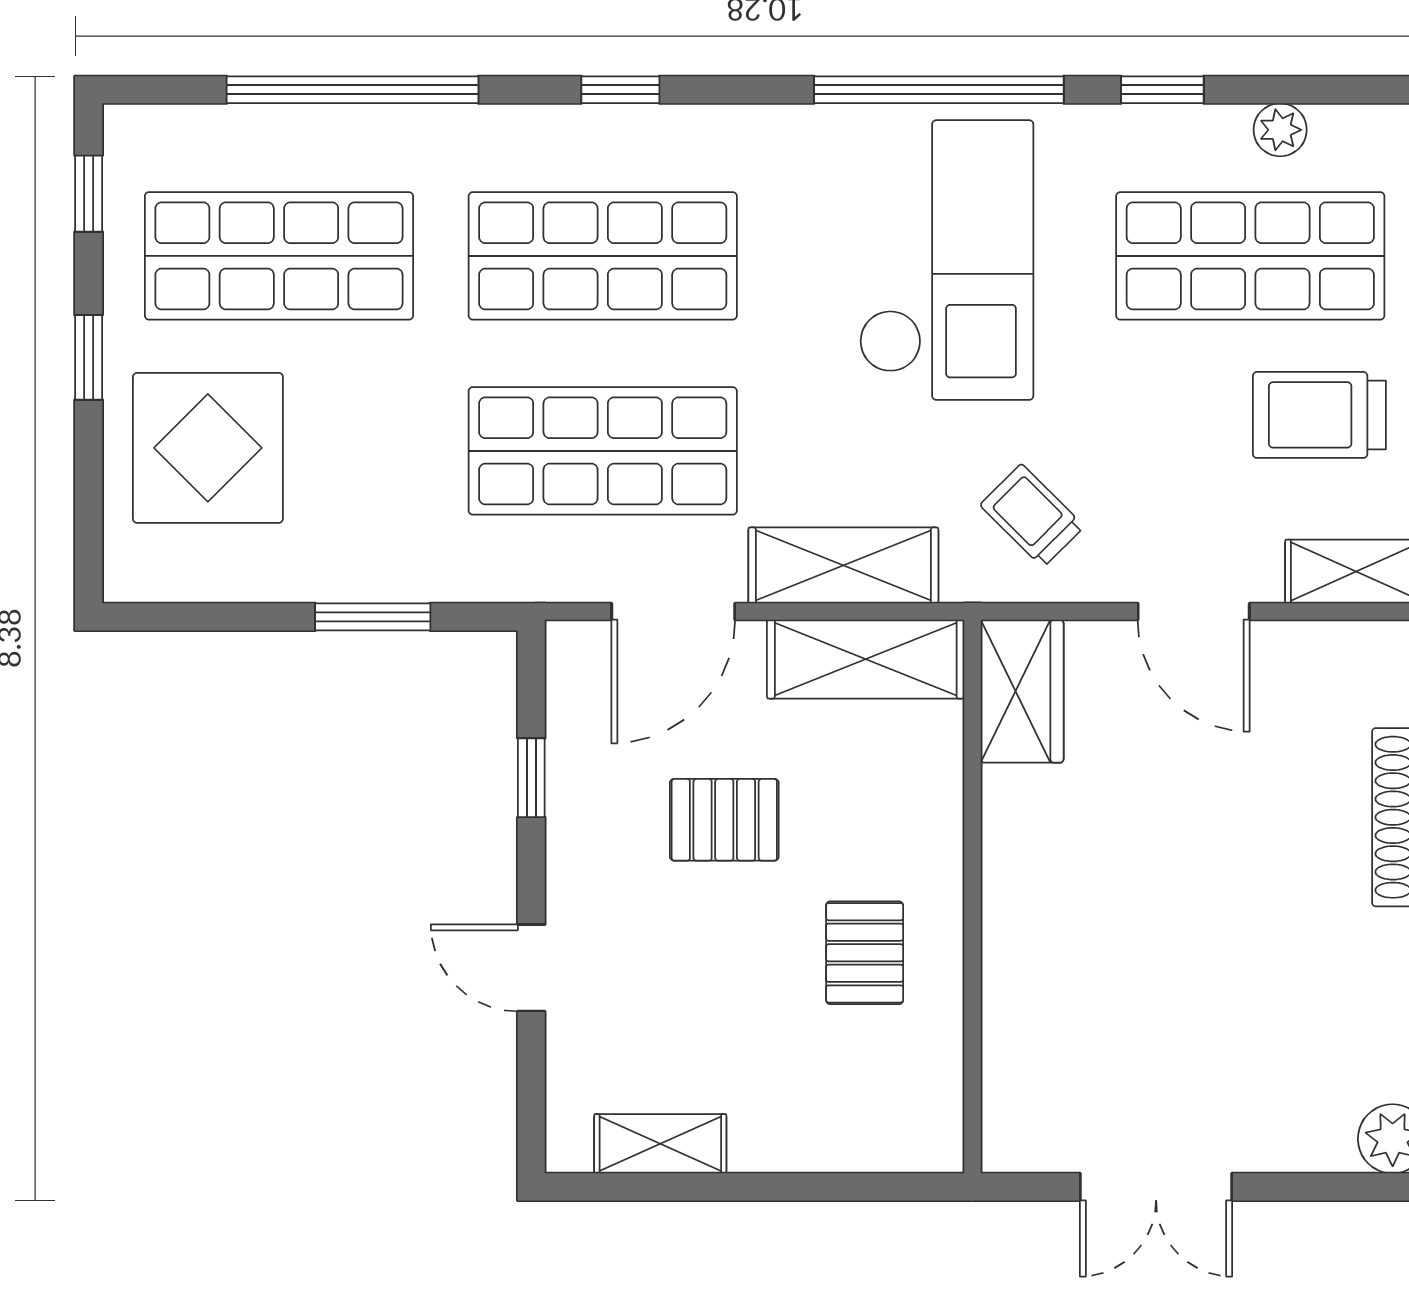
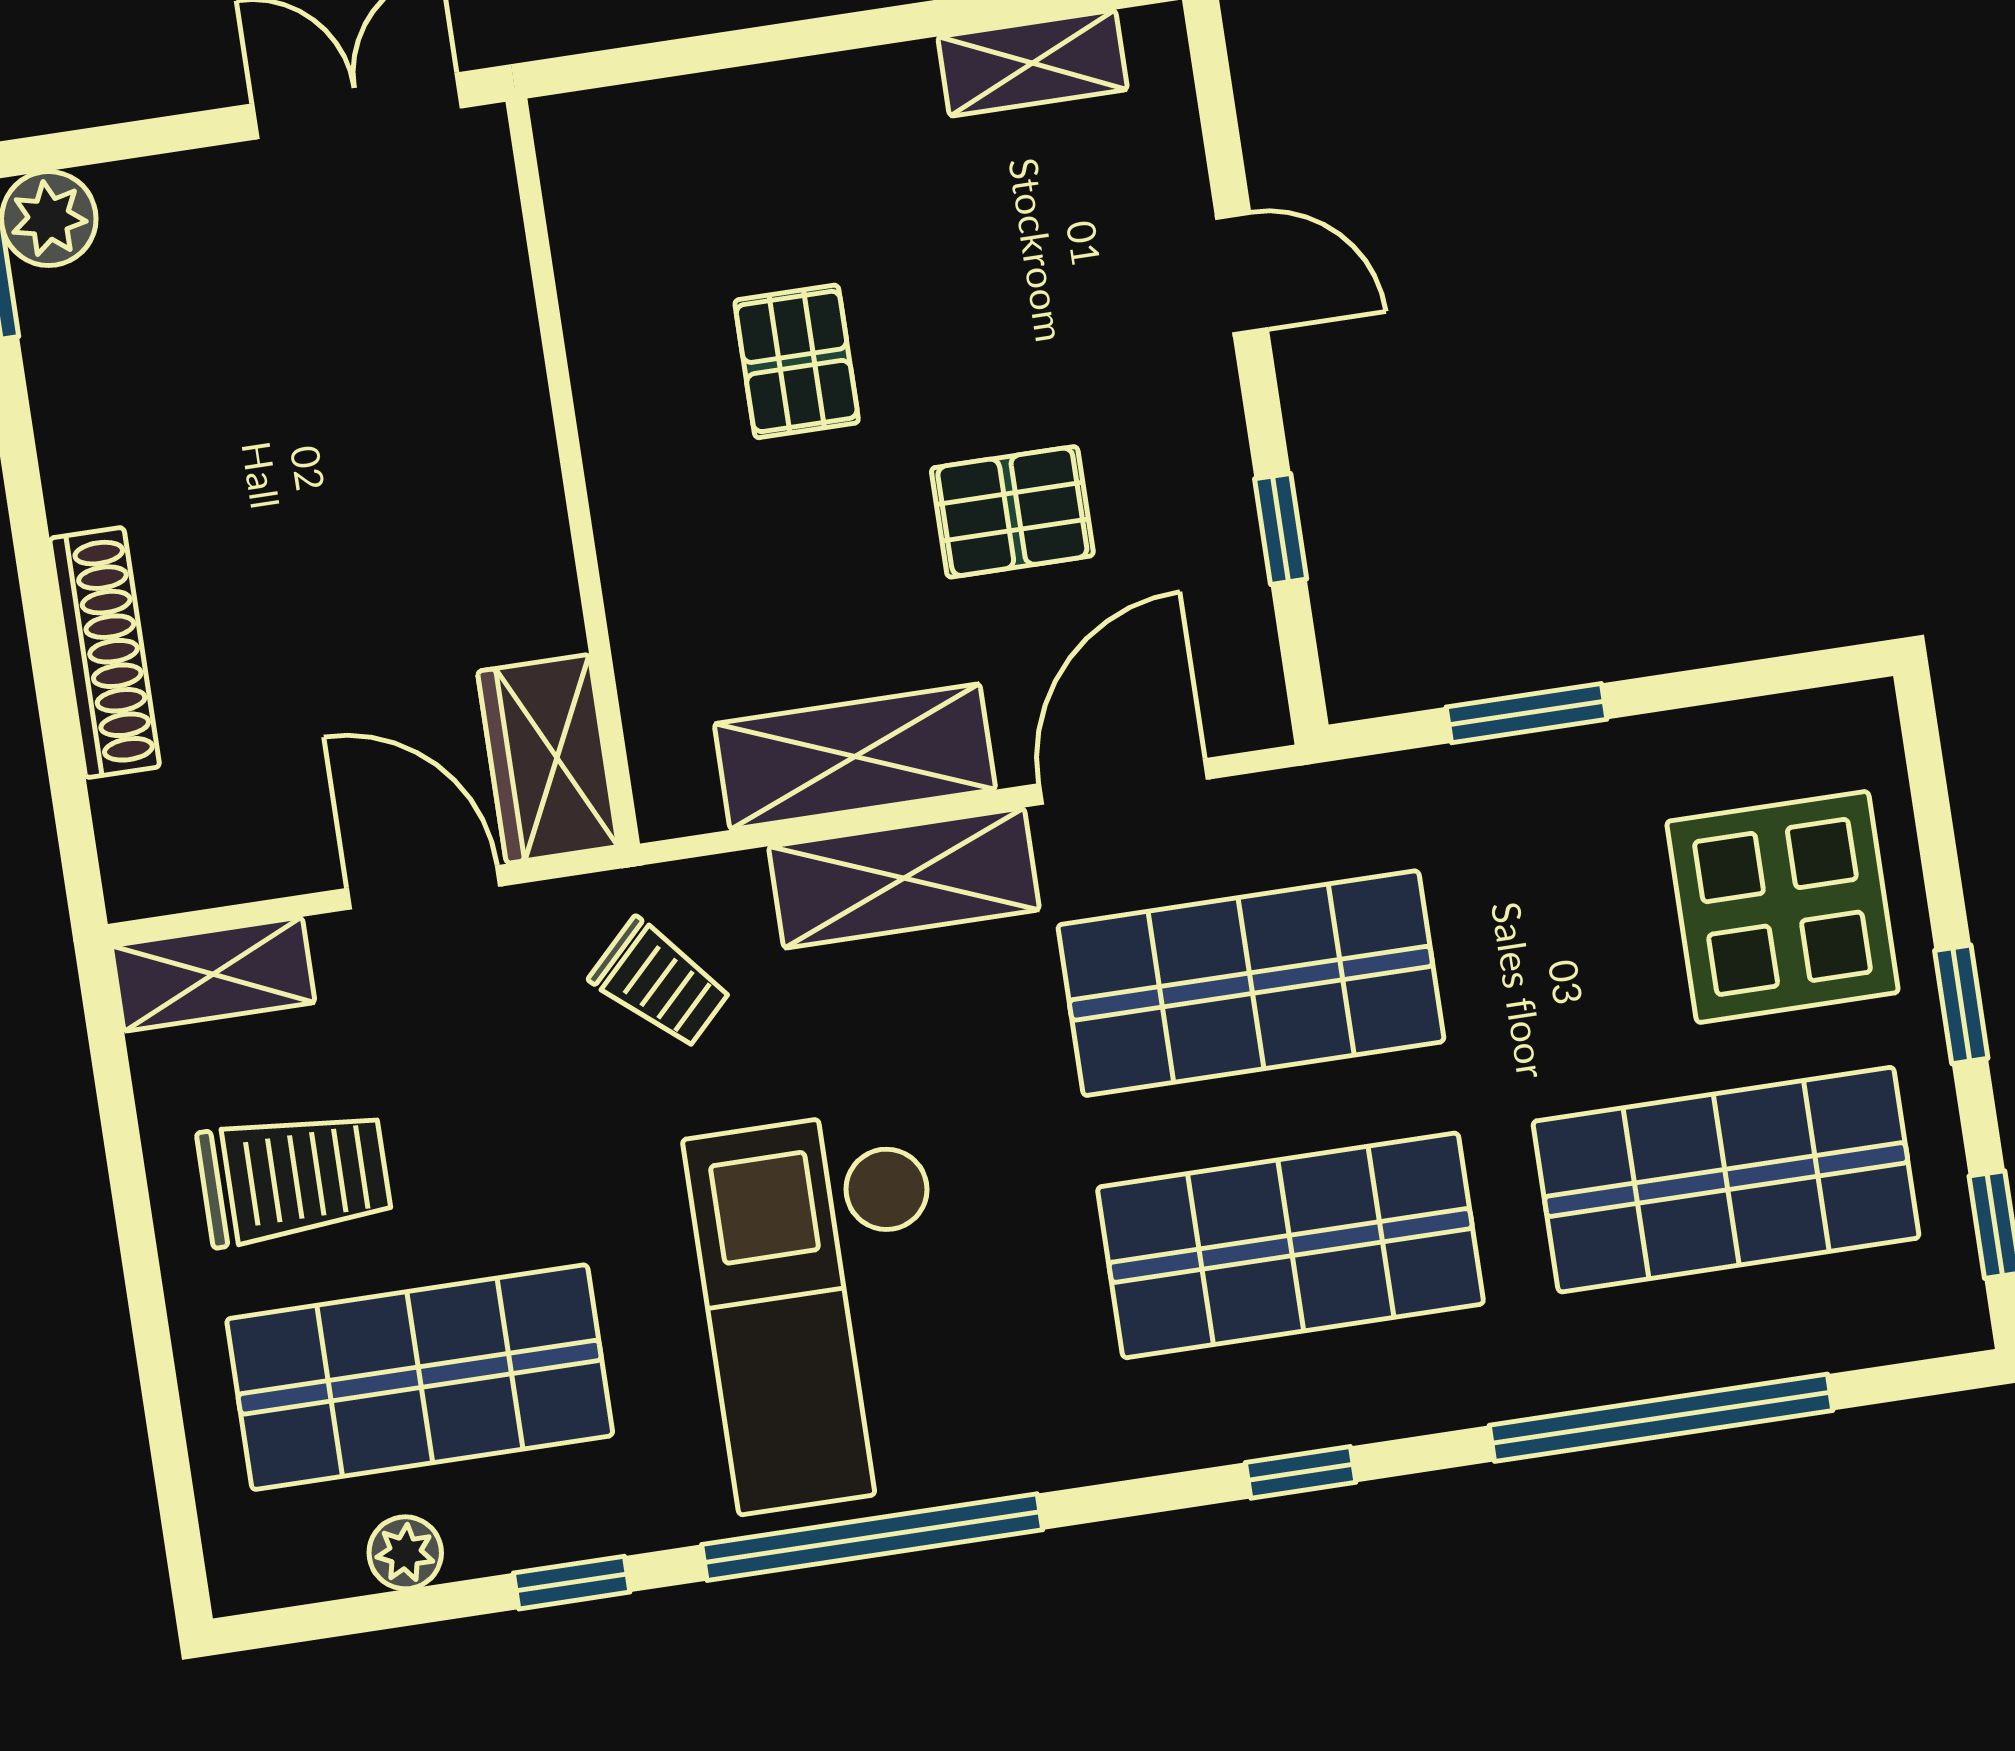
wardrobe: (1022, 691) -> (548, 759), moved
wall: (972, 897) -> (573, 473), moved

